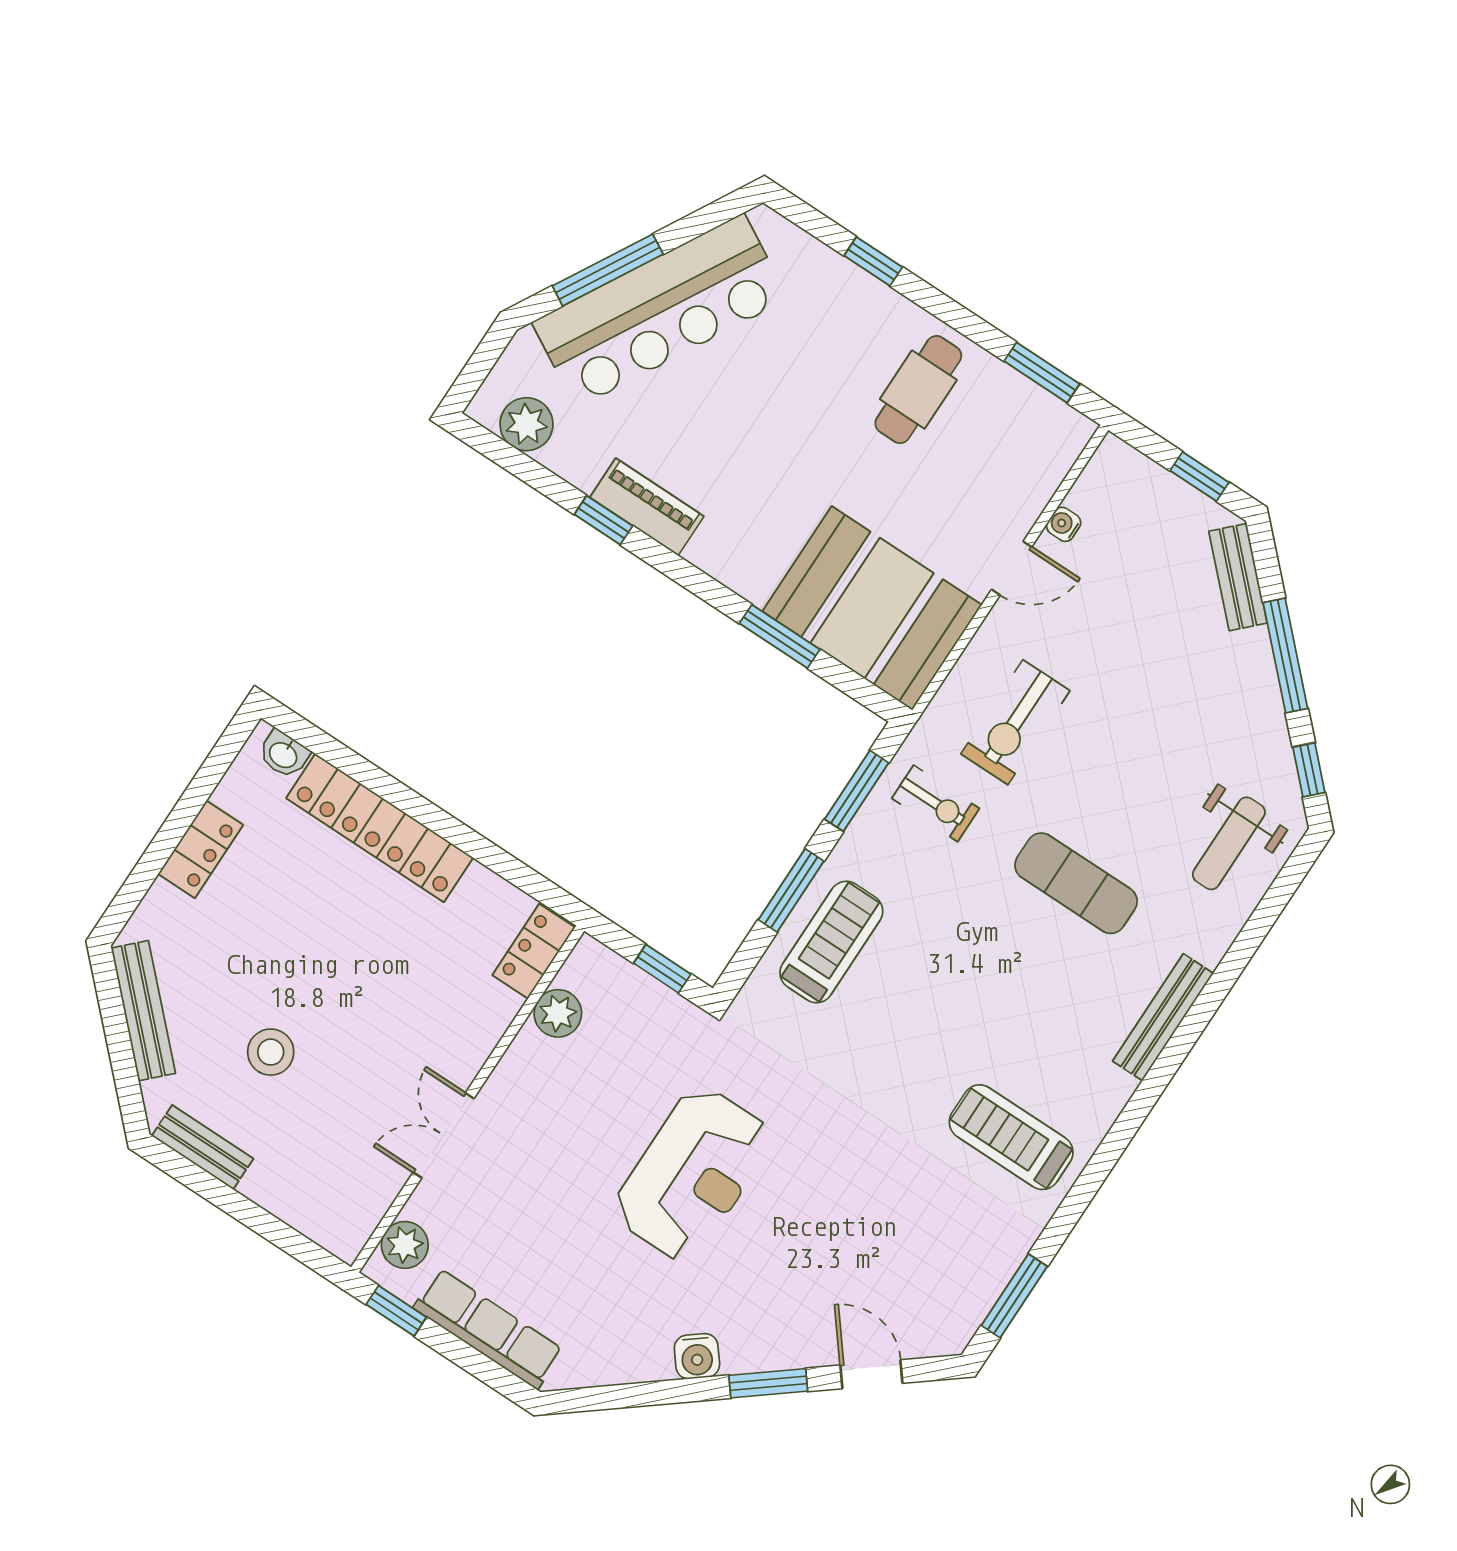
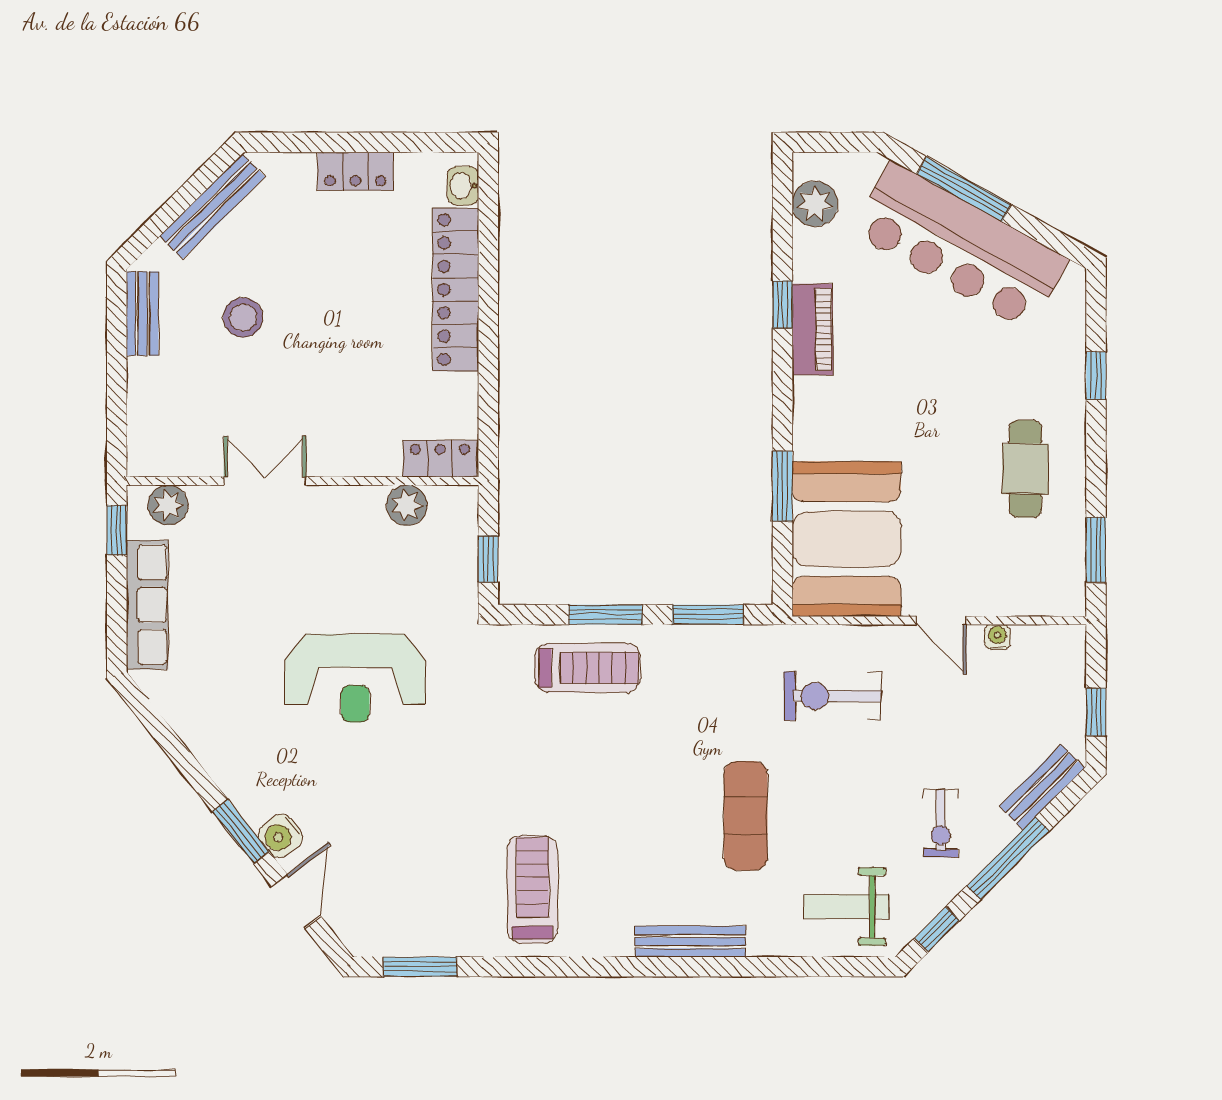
cafe table: (918, 390) -> (1025, 469), turned 90
exercise bike: (936, 803) -> (941, 823), moved
water cooler: (697, 1356) -> (280, 836), moved

